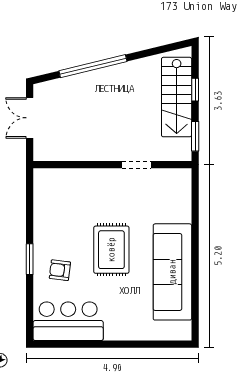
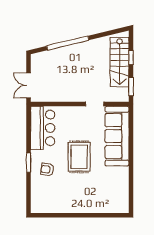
double door: (30, 118) -> (28, 85), moved
sofa: (172, 272) -> (117, 136), moved
bar counter: (68, 321) -> (43, 128), moved, turned 90

